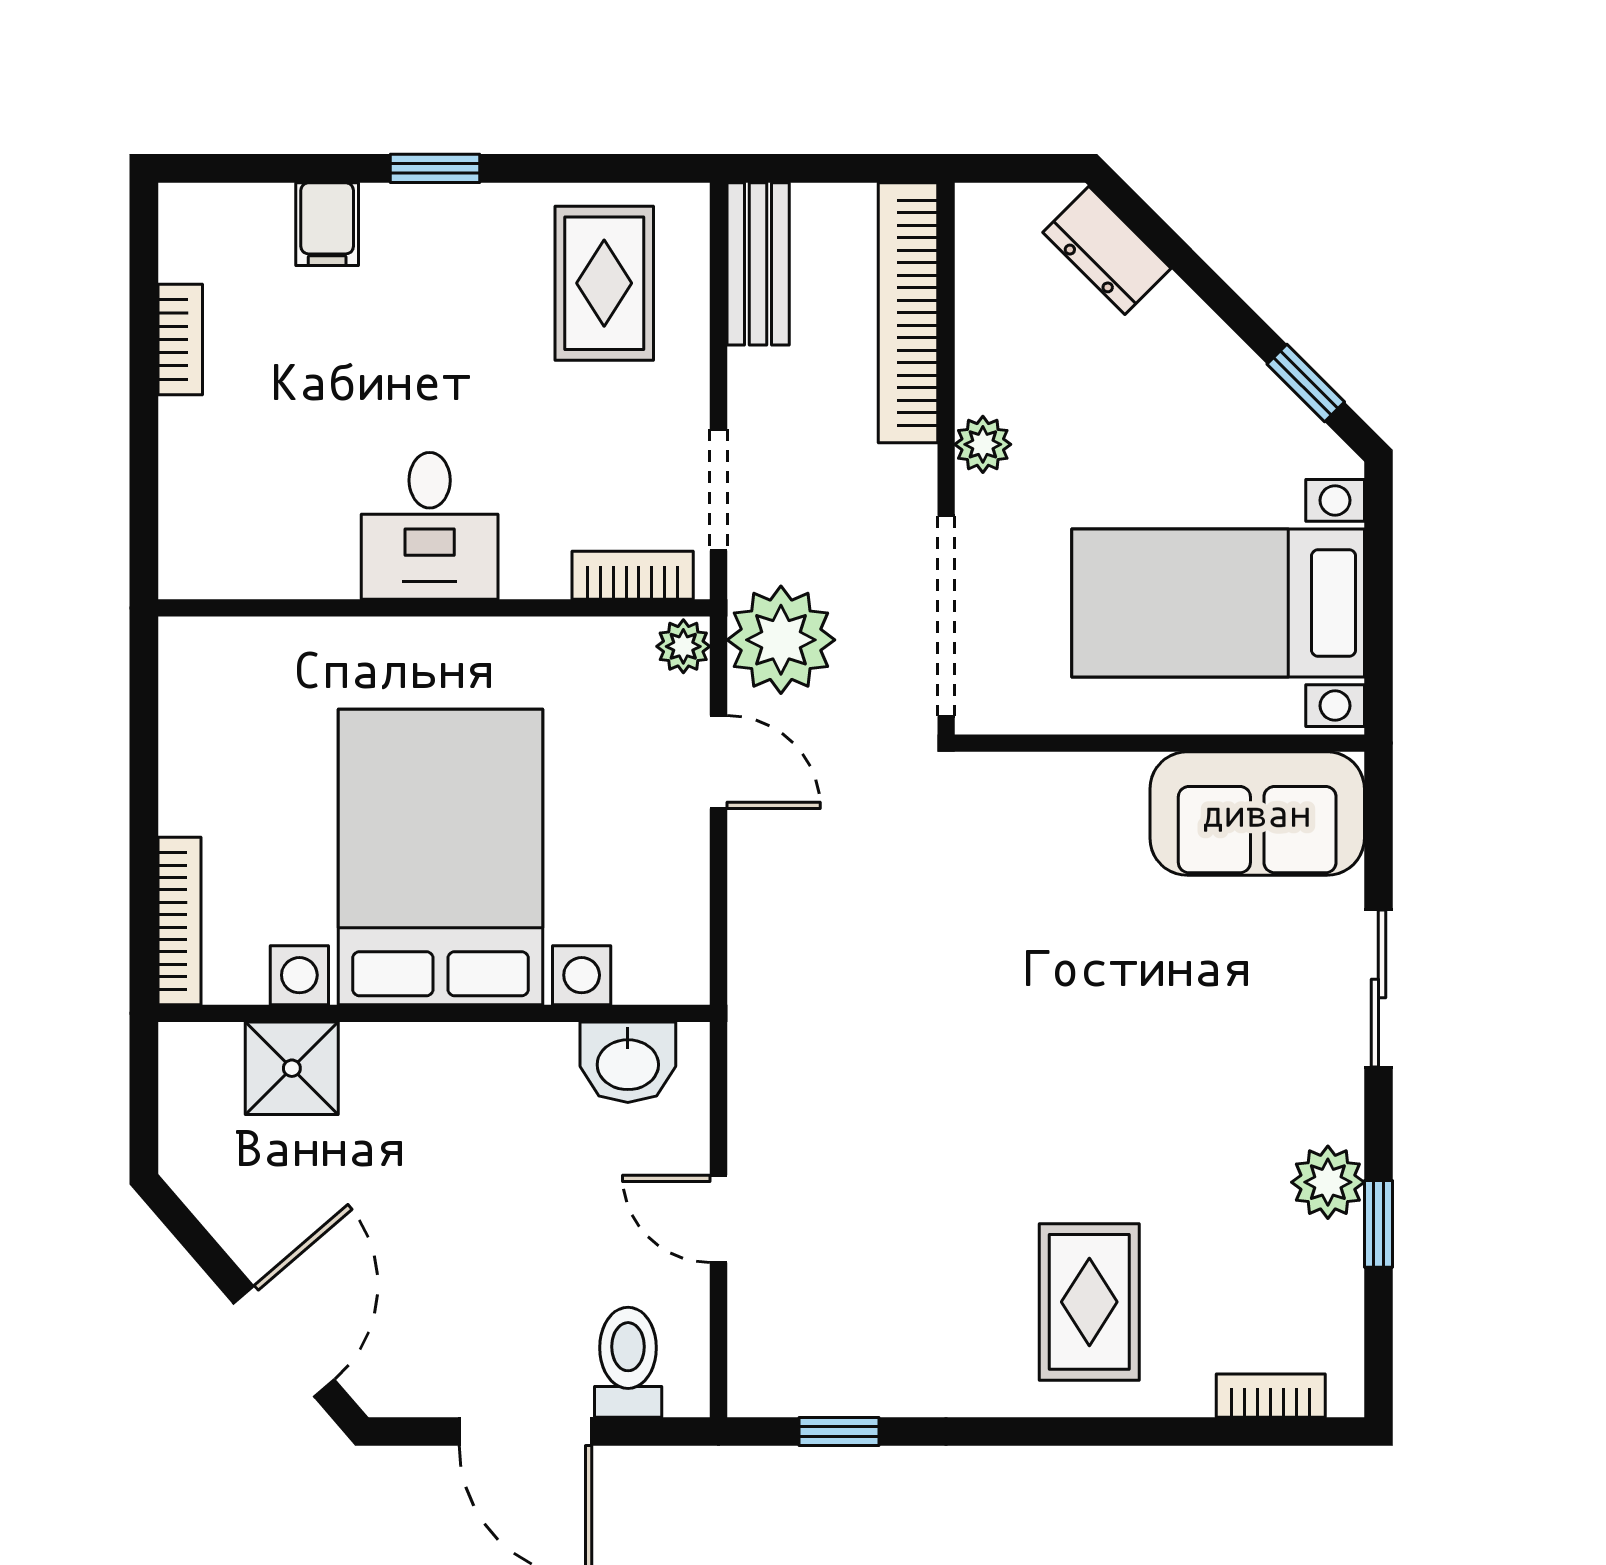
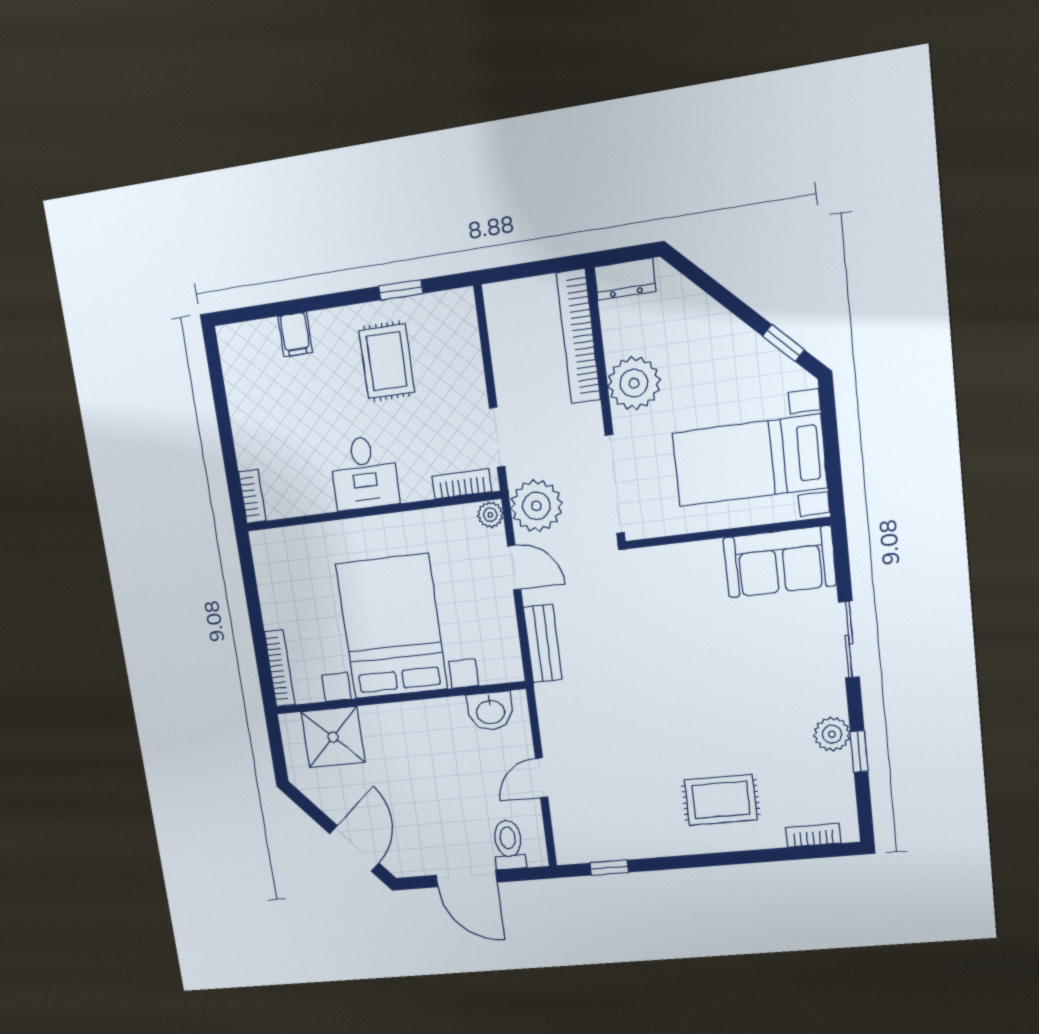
window: (435, 168) -> (401, 290), moved
dresser: (1107, 250) -> (625, 279), moved, turned -45
bench: (758, 264) -> (543, 644), moved
rug: (604, 283) -> (387, 361), moved
bookcase: (180, 339) -> (252, 496), moved
plant: (983, 444) -> (634, 383), width x1.88, depth x1.88
shower: (292, 1068) -> (333, 737), width x1.36, depth x1.36
door: (718, 1219) -> (542, 778), hinge flipped
rug: (1089, 1302) -> (721, 800), turned 90

